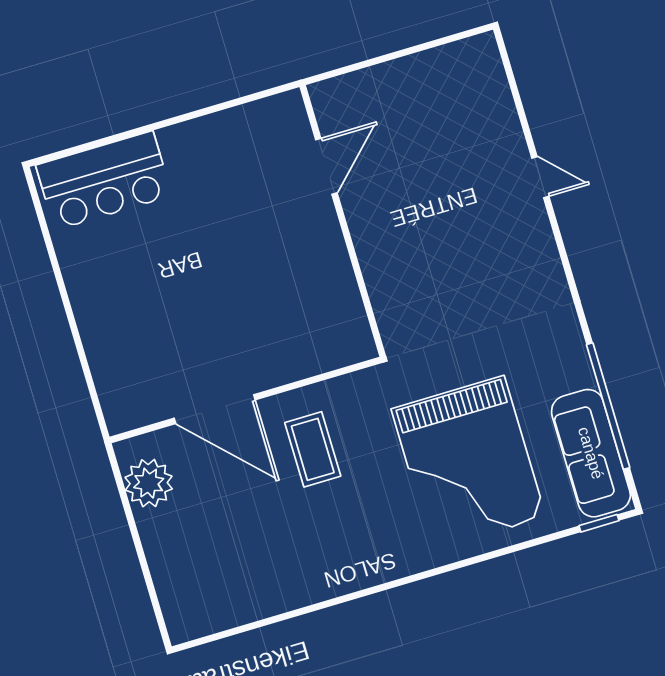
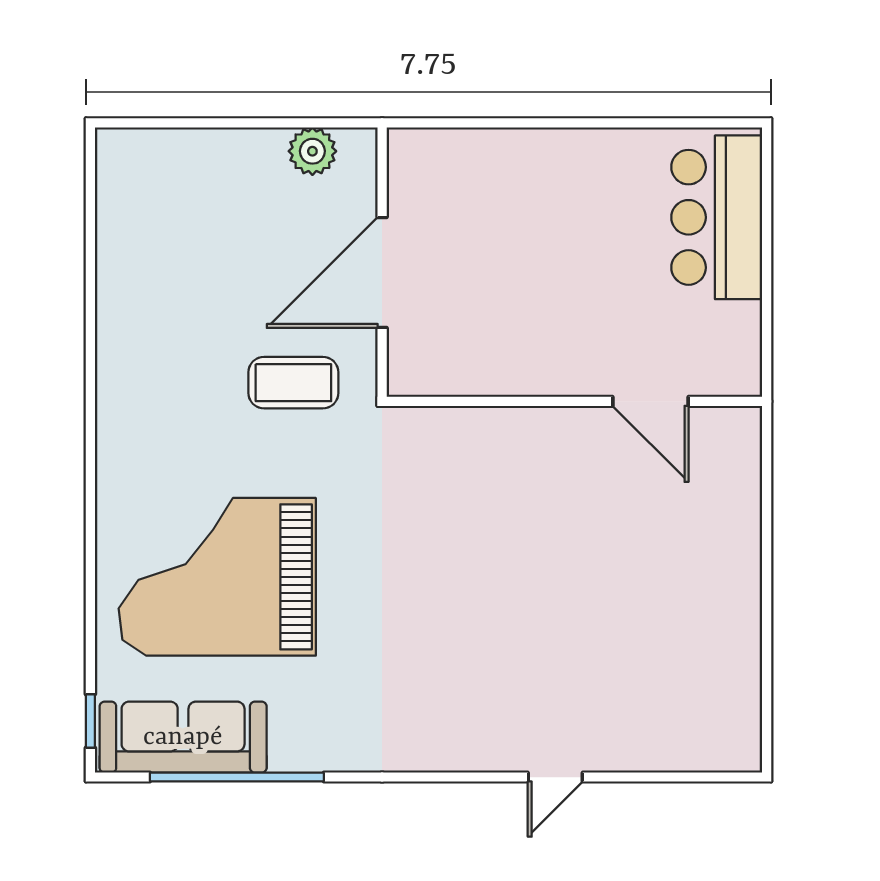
door: (326, 166) -> (650, 401), moved
wall: (343, 221) -> (574, 401), moved
plant: (149, 483) -> (312, 151), width x0.73, depth x0.73

